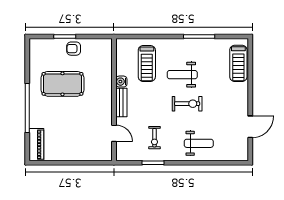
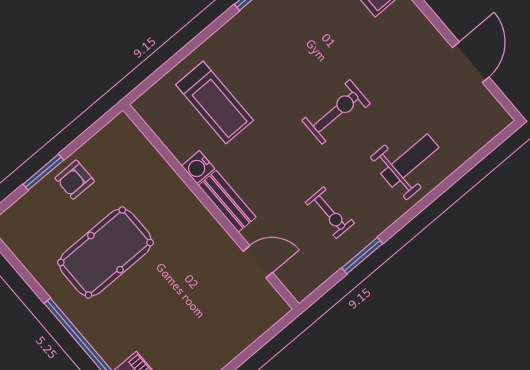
weight bench: (182, 75) -> (288, 72), removed

